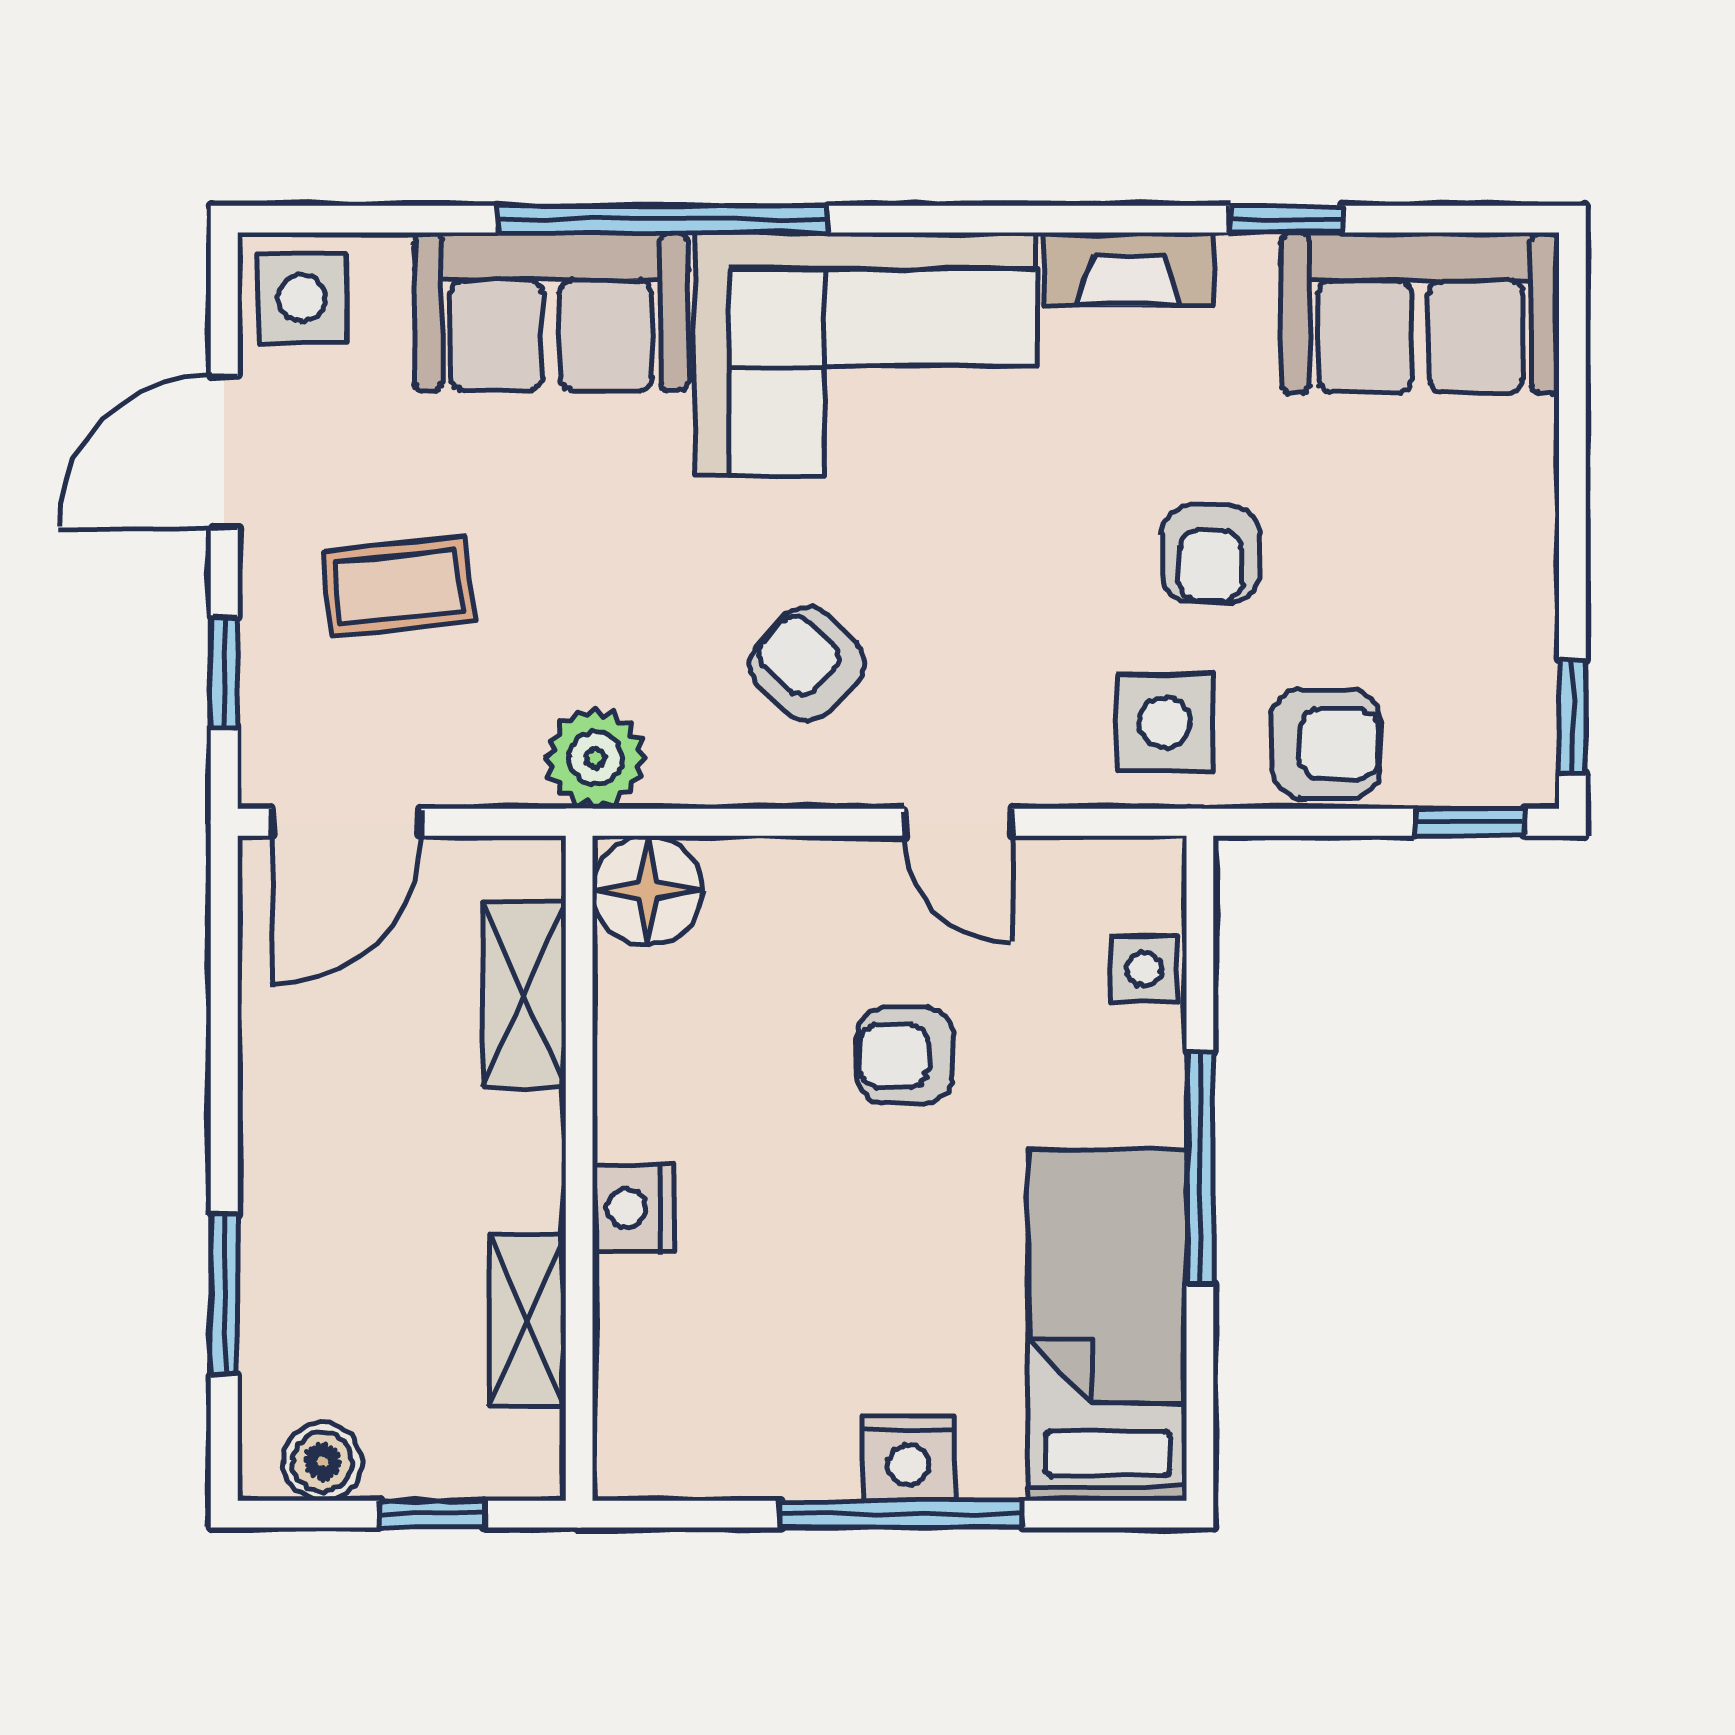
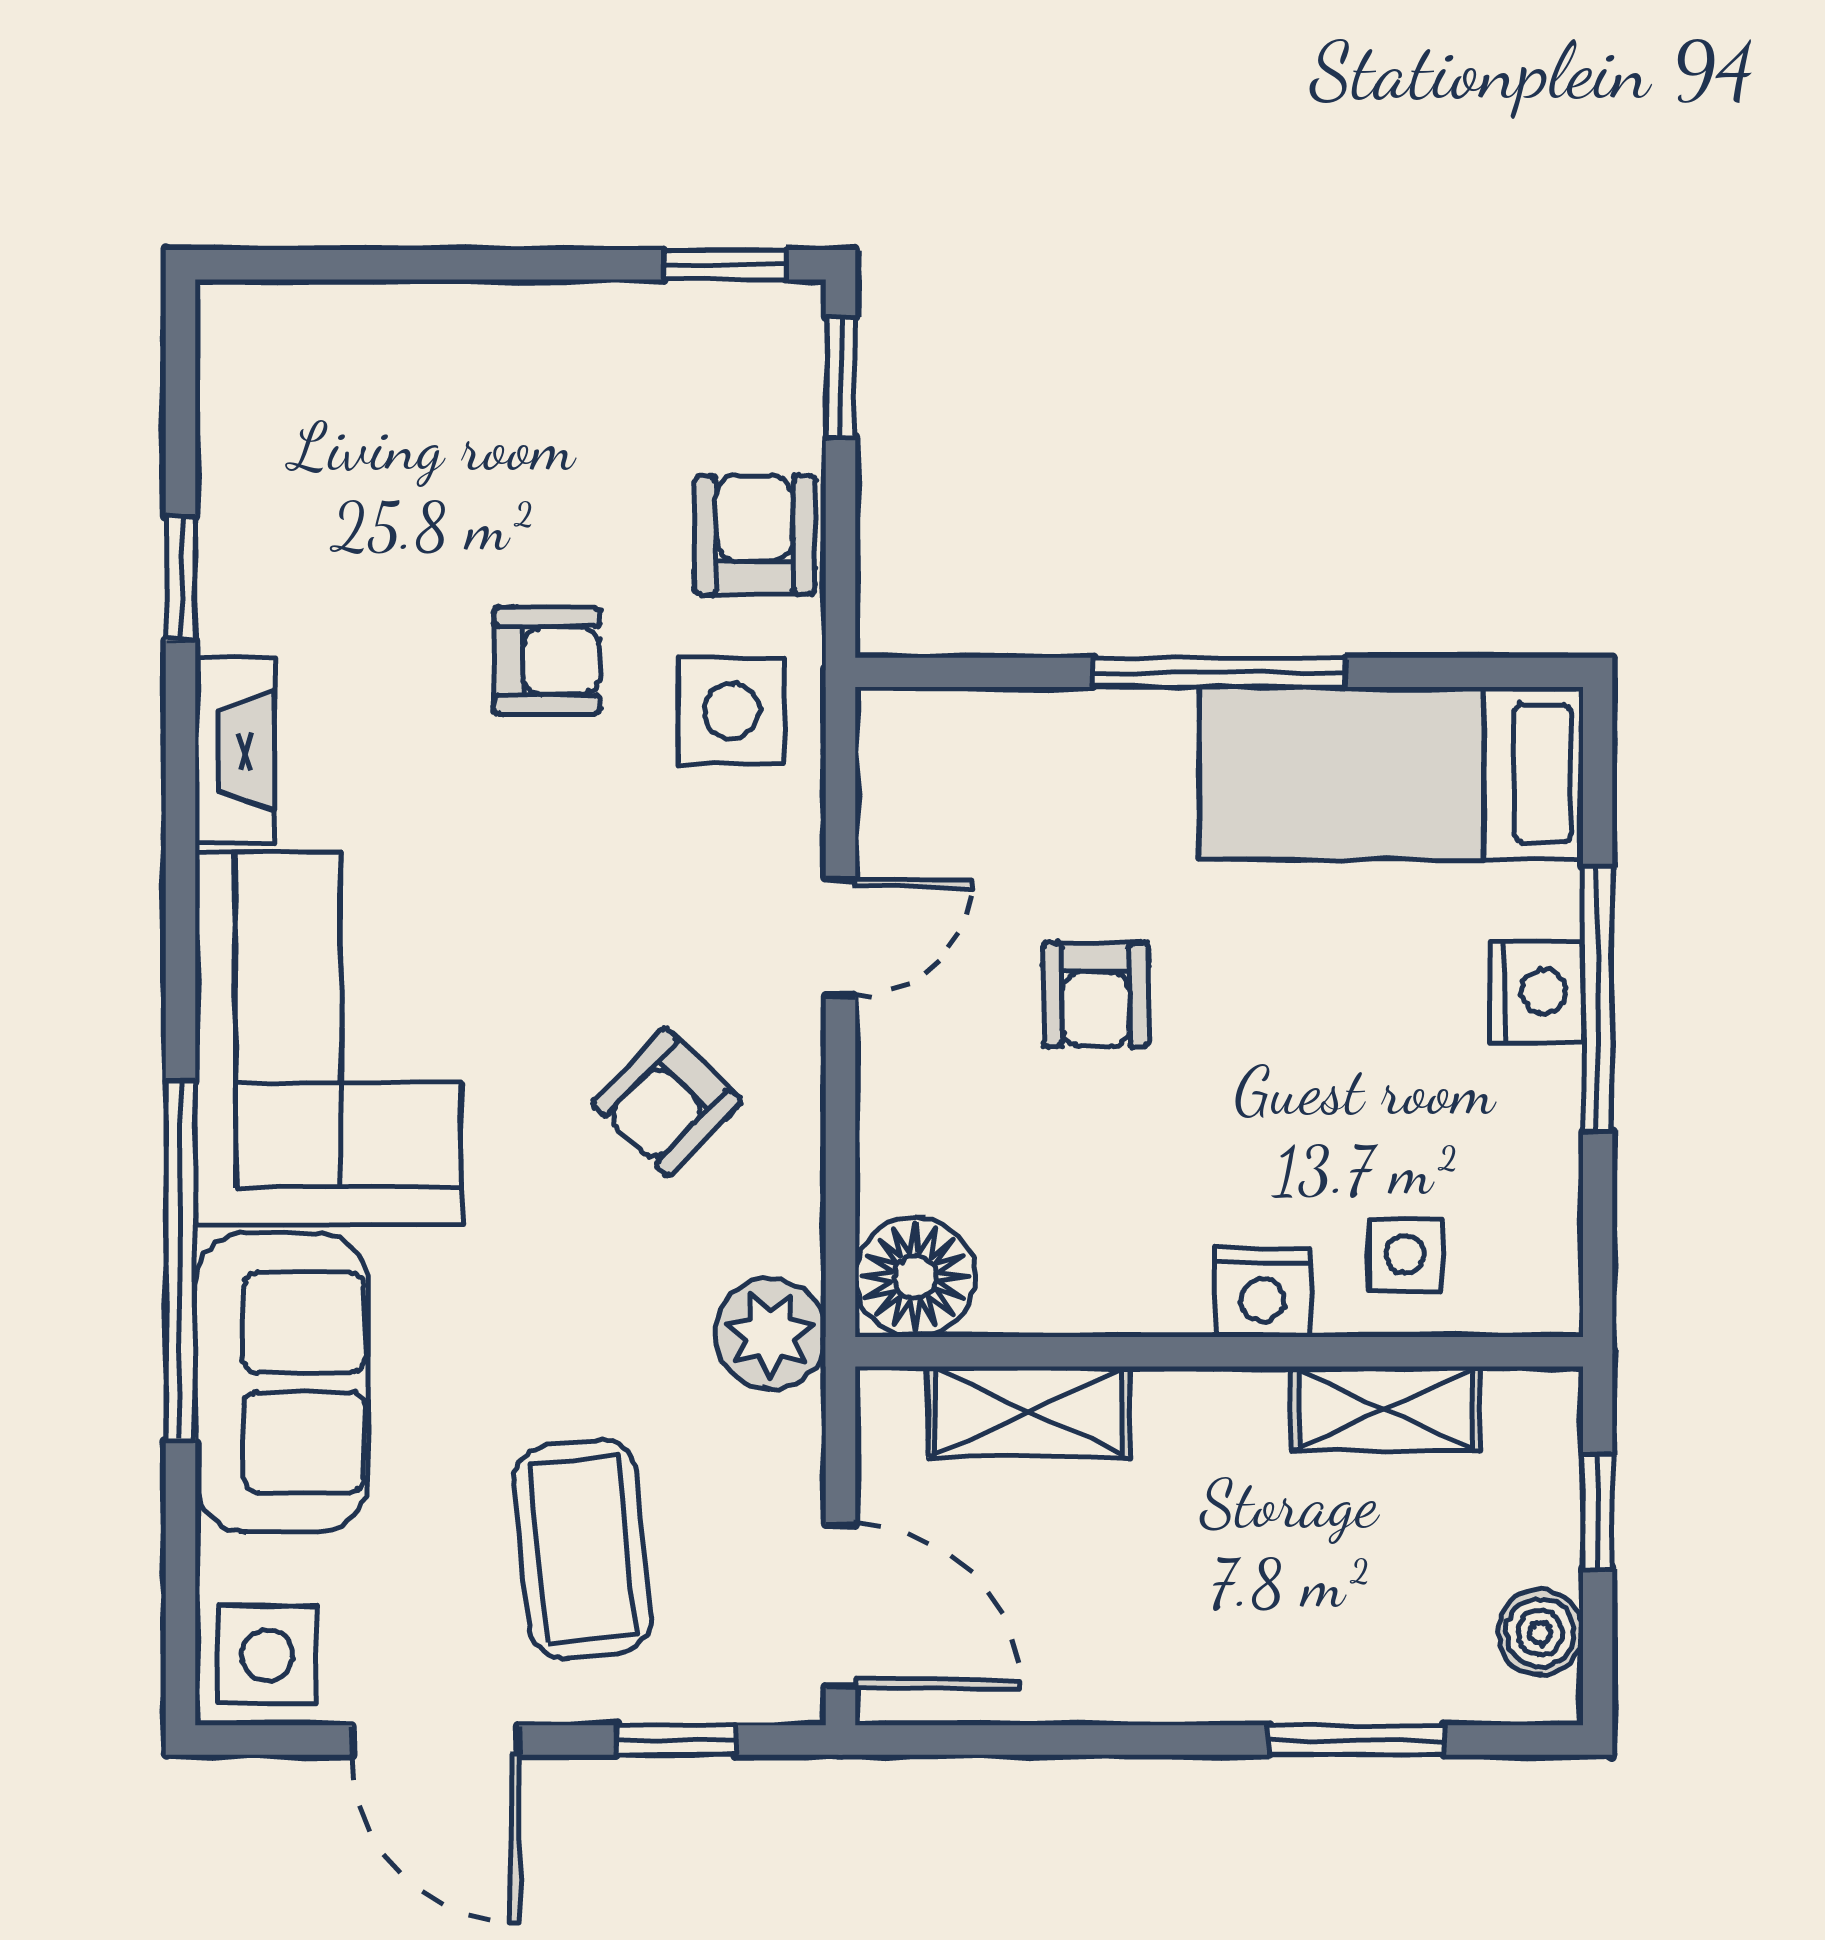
sofa: (1420, 313) -> (283, 431), removed
coffee table: (399, 587) -> (583, 1549), width x1.36, depth x1.30
side table: (1144, 969) -> (1405, 1254), moved

